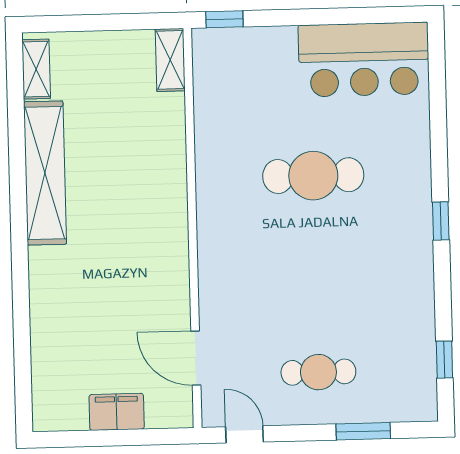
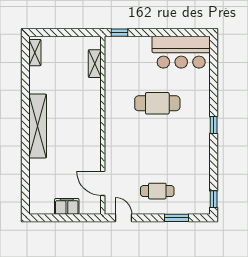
shelving: (170, 60) -> (95, 64), moved
shelving: (45, 173) -> (38, 126), moved
window: (444, 360) -> (214, 199), moved

